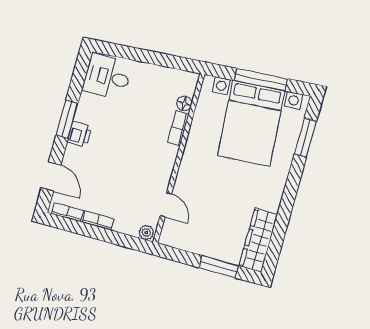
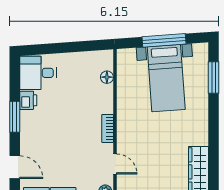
bed with nightstands: (251, 123) -> (166, 78), width x0.73
bookcase: (178, 128) -> (108, 128), moved
printer: (79, 134) -> (28, 100), moved

